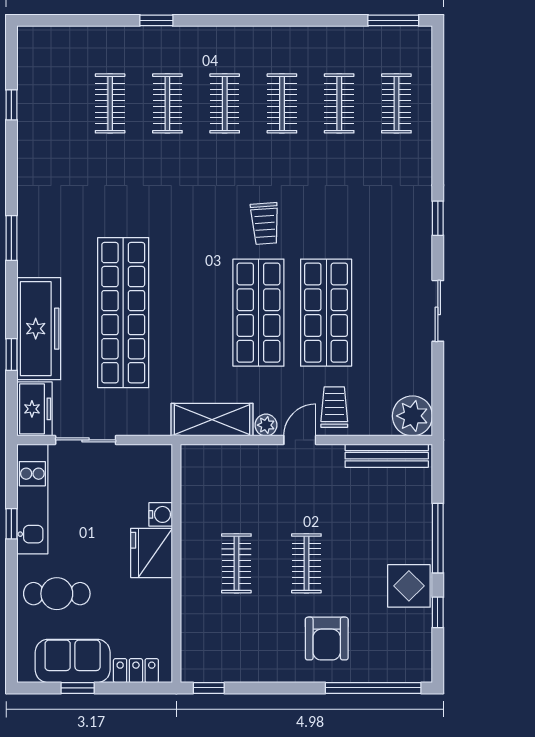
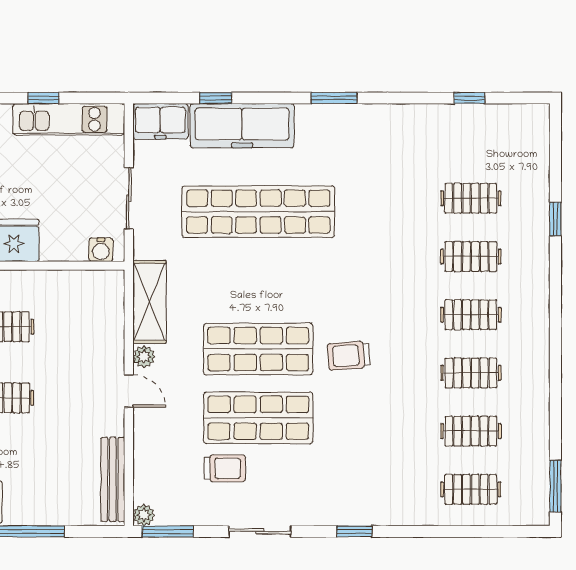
window: (156, 20) -> (555, 219), moved
window: (438, 402) -> (168, 531), added
trolley: (334, 407) -> (225, 468), moved
plant: (412, 416) -> (144, 515), width x0.53, depth x0.53
sliding door: (86, 440) -> (129, 198), moved
water cooler: (161, 514) -> (101, 250), moved

